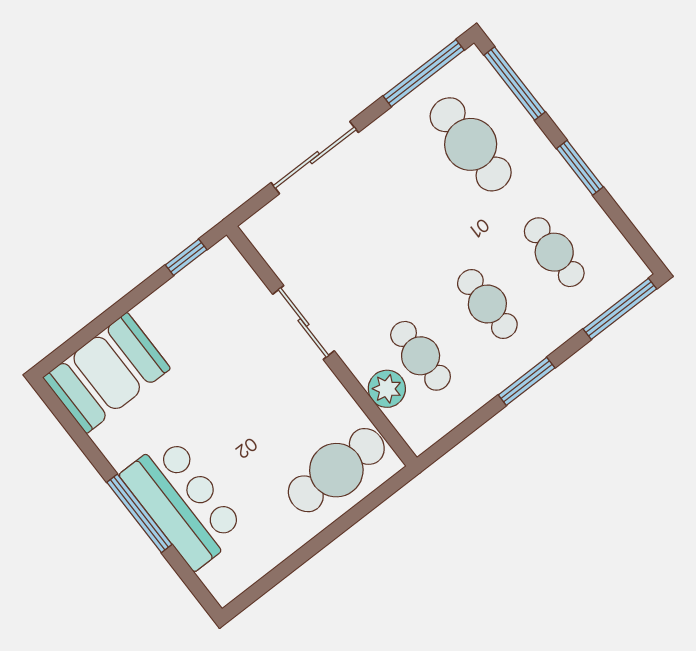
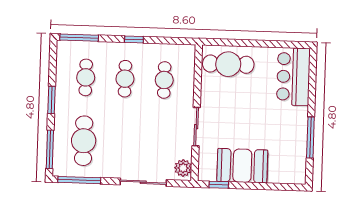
booth: (107, 373) -> (242, 166), moved
window: (527, 381) -> (134, 39), width x0.67
plant: (387, 389) -> (183, 168), moved
bar counter: (183, 503) -> (293, 77), moved
window: (139, 513) -> (310, 137), moved

